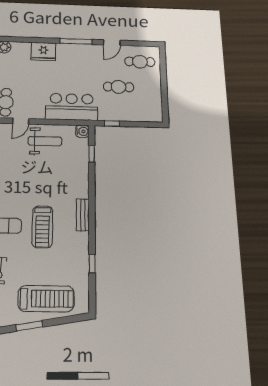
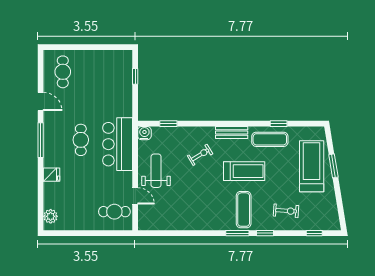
fridge: (43, 51) -> (51, 175), width x0.53, depth x0.75
cafe table: (119, 87) -> (81, 140), moved
window: (112, 124) -> (135, 76), moved
exercise bike: (60, 183) -> (200, 155), added
exercise mat: (76, 254) -> (270, 139), added
window: (29, 326) -> (333, 166), moved

